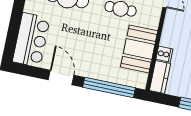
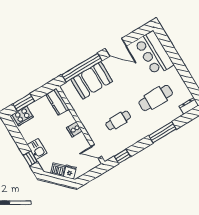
booth: (139, 49) -> (92, 80), moved, turned 90
cooker: (164, 54) -> (74, 129), moved

